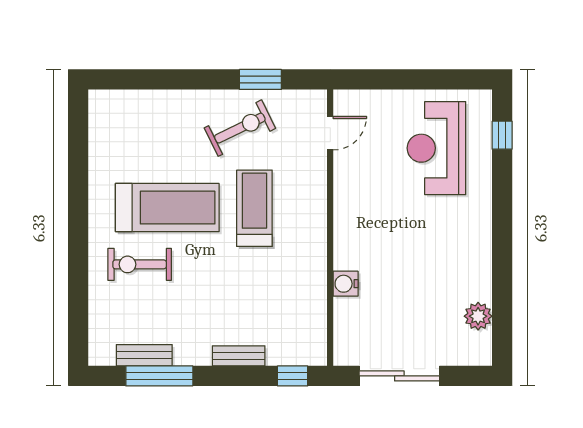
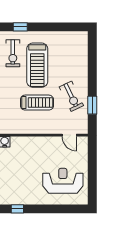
window: (502, 135) -> (17, 209), moved
window: (78, 247) -> (20, 27), added
exercise bike: (140, 264) -> (13, 53), turned 180

